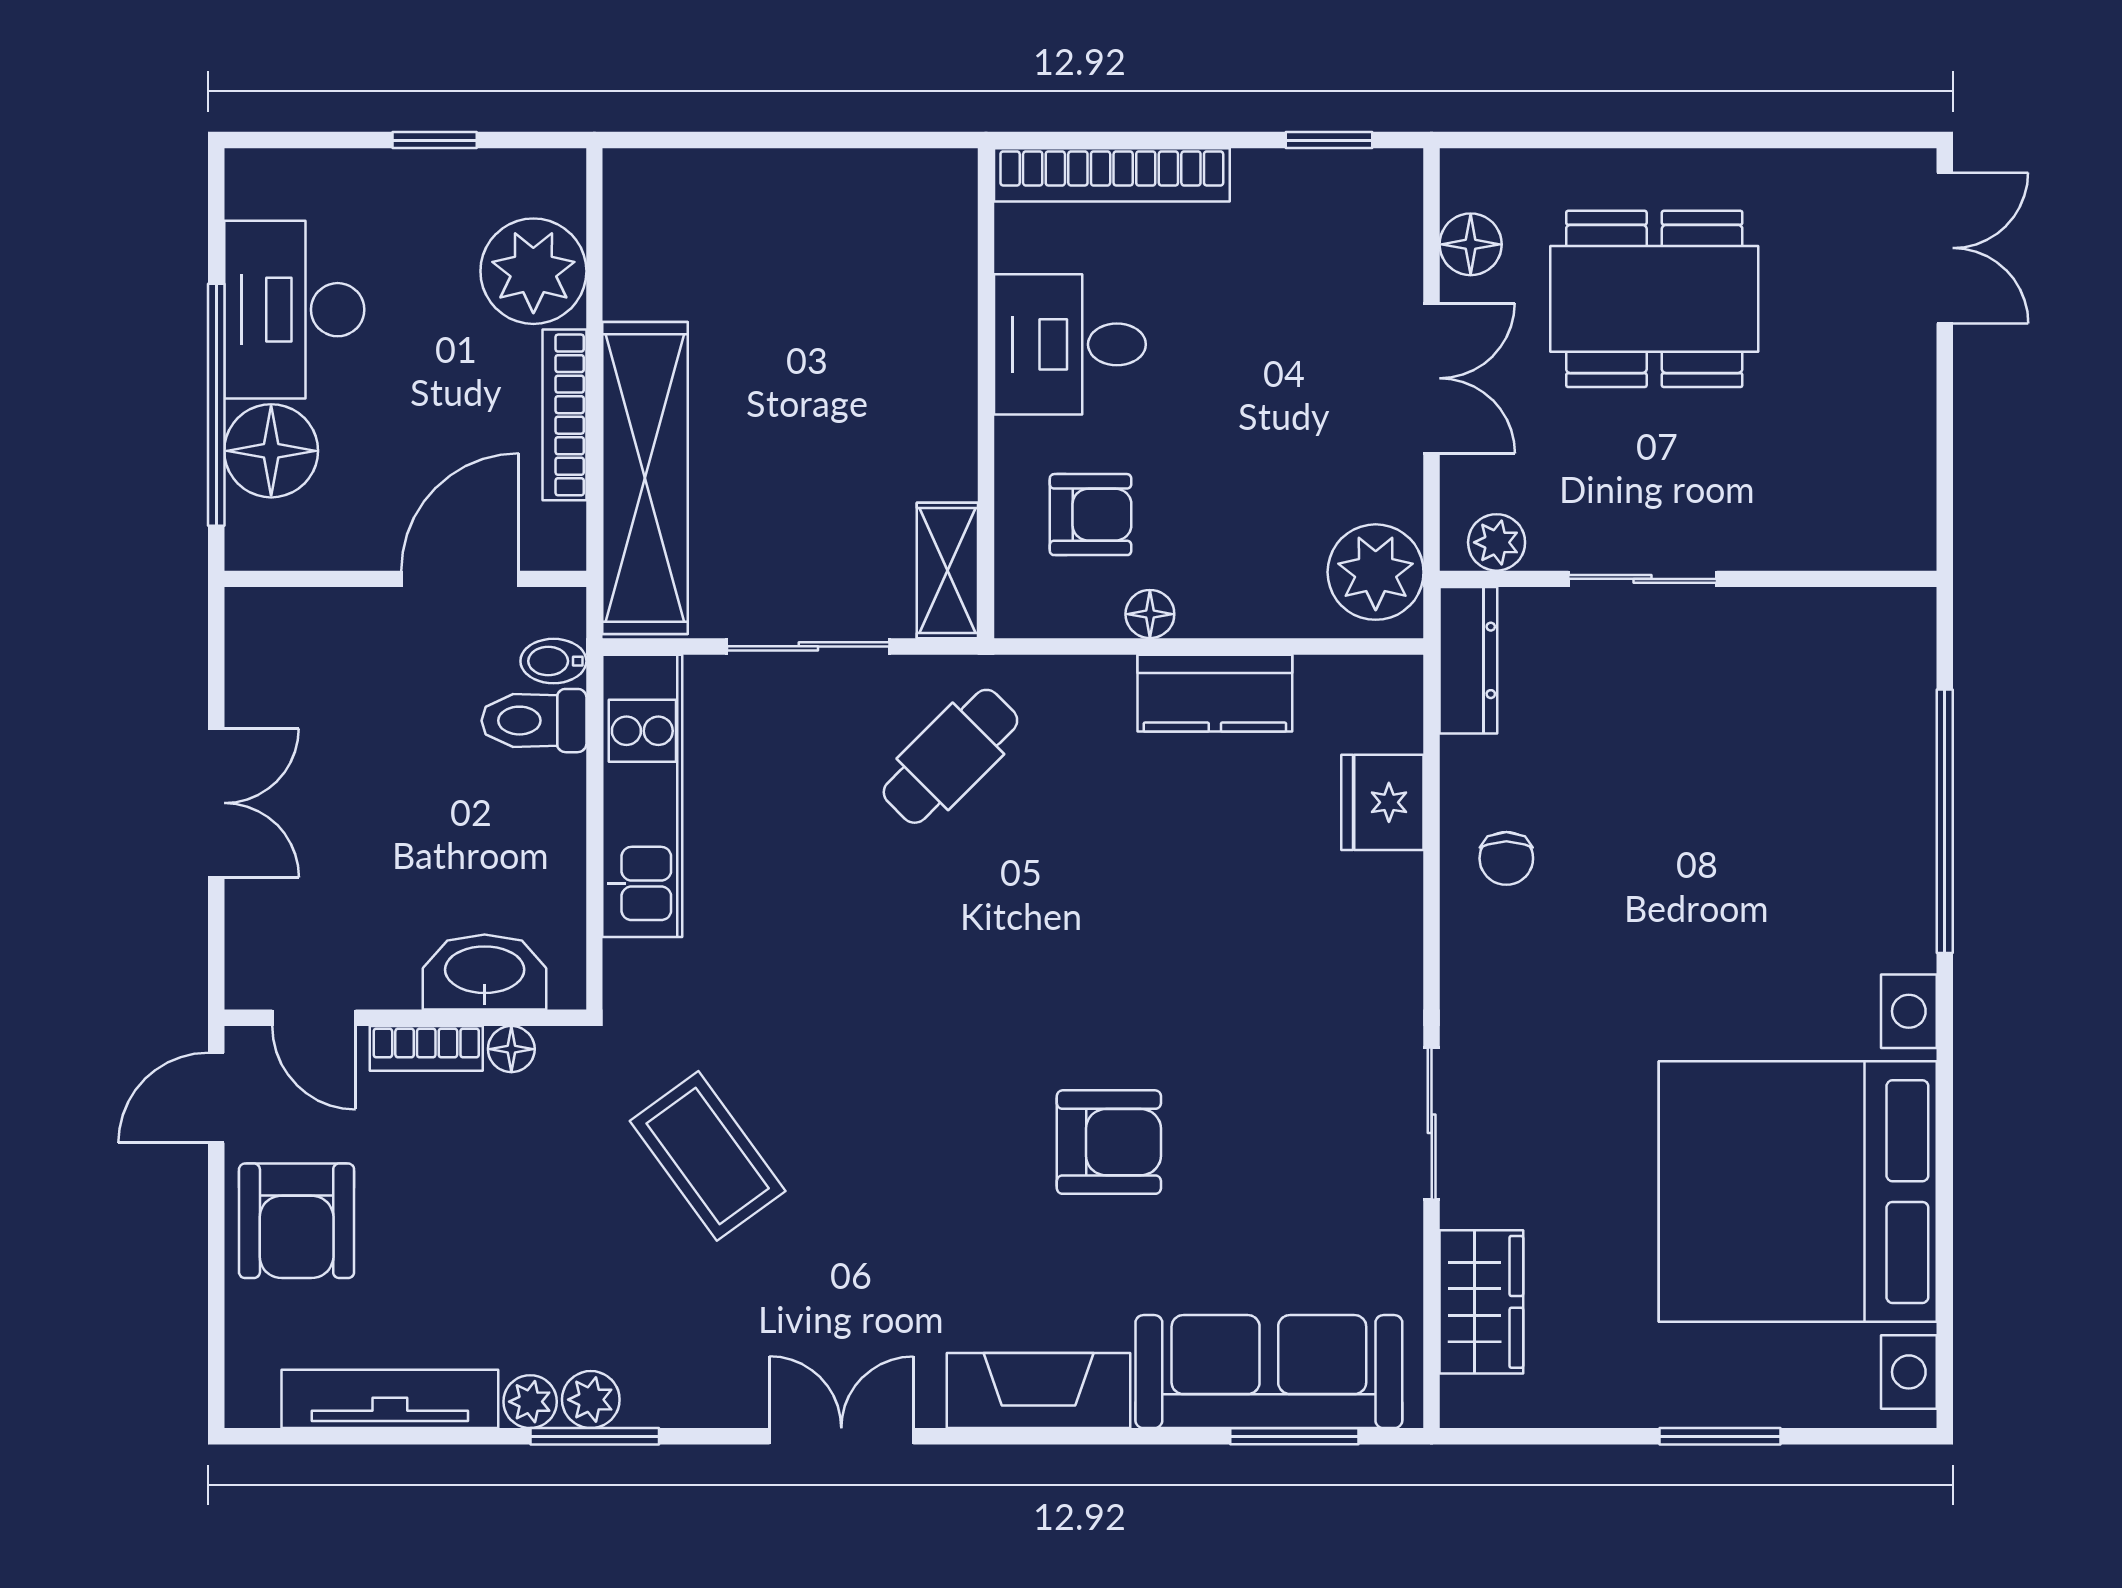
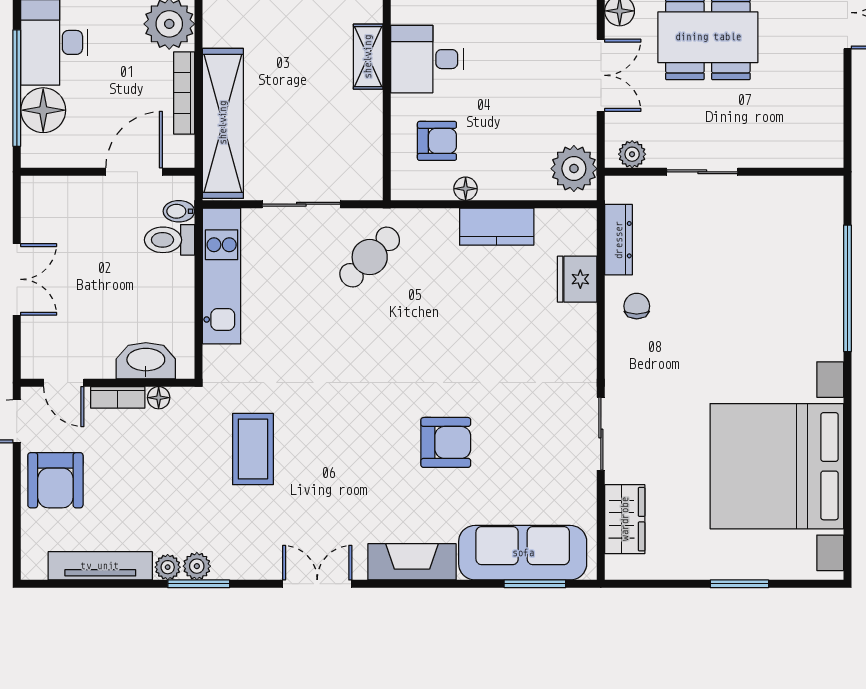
shelving: (947, 570) -> (368, 57), moved
dresser: (1468, 660) -> (619, 240), moved
chair: (1506, 858) -> (637, 306), turned 180
coffee table: (708, 1156) -> (253, 449), turned 36

